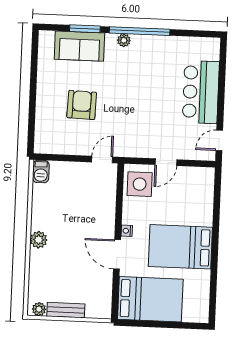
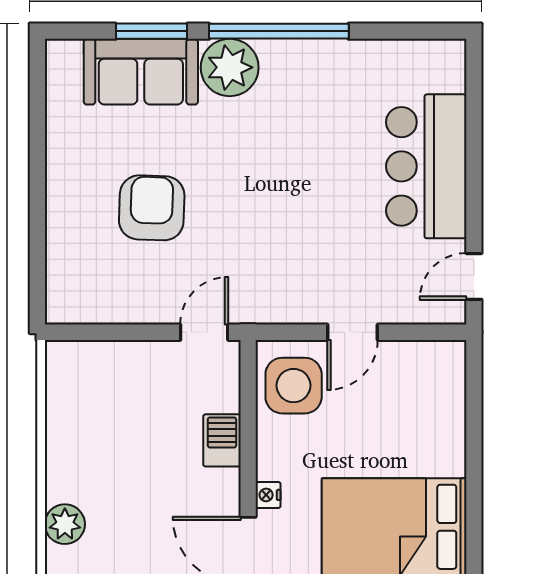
plant: (124, 40) -> (230, 67), width x1.88, depth x1.88
barbecue: (41, 172) -> (222, 440), moved, turned 180

